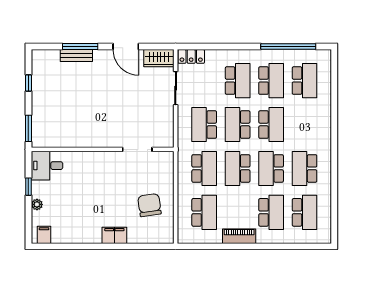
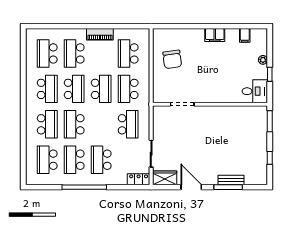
window: (288, 47) -> (84, 187), moved
school desk: (238, 125) -> (47, 124), moved
filing cabinet: (44, 235) -> (245, 35), moved
filing cabinet: (114, 235) -> (215, 35), moved

